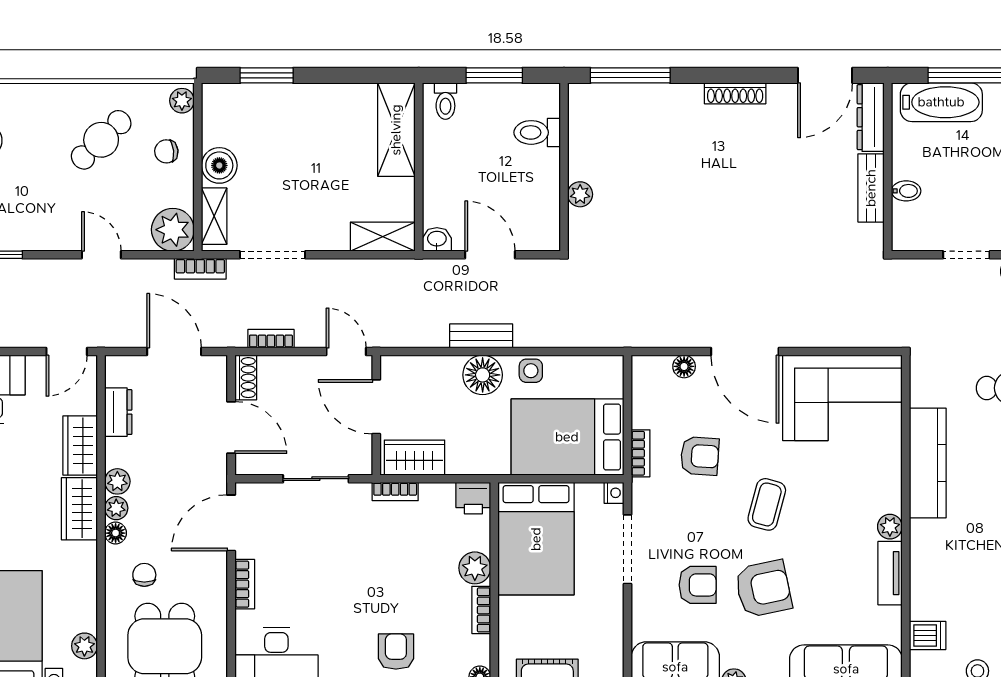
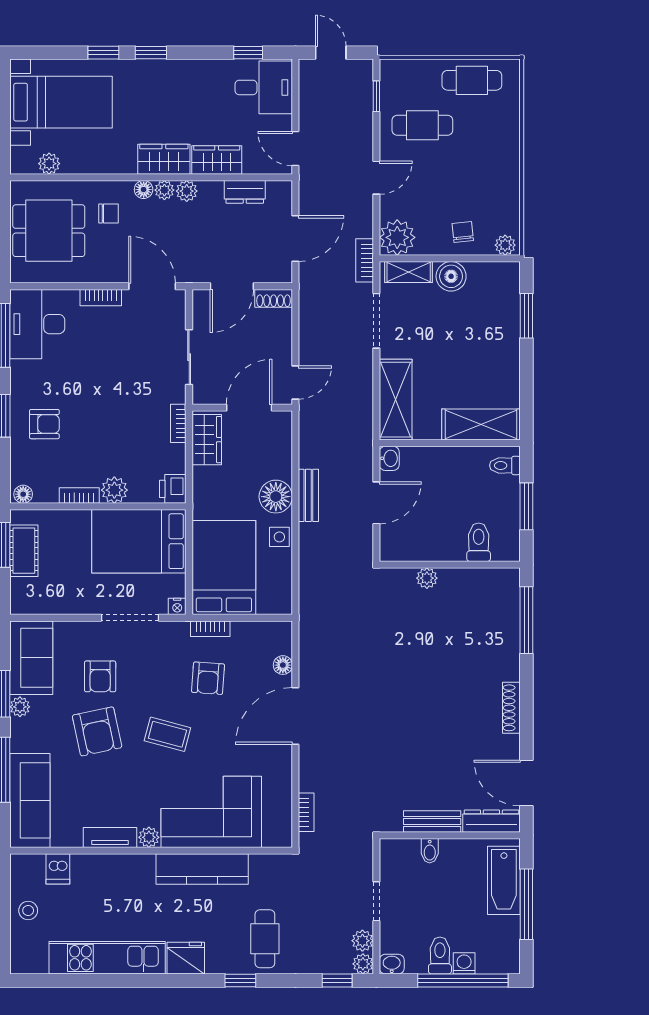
cafe table: (101, 140) -> (422, 125), moved, turned -46
shelving: (383, 237) -> (396, 400), width x1.50, depth x1.33
bookcase: (271, 339) -> (306, 812), moved
corner sofa: (842, 398) -> (211, 812), moved, turned 90

